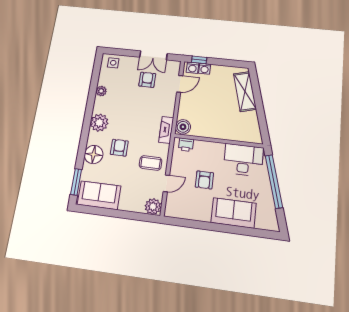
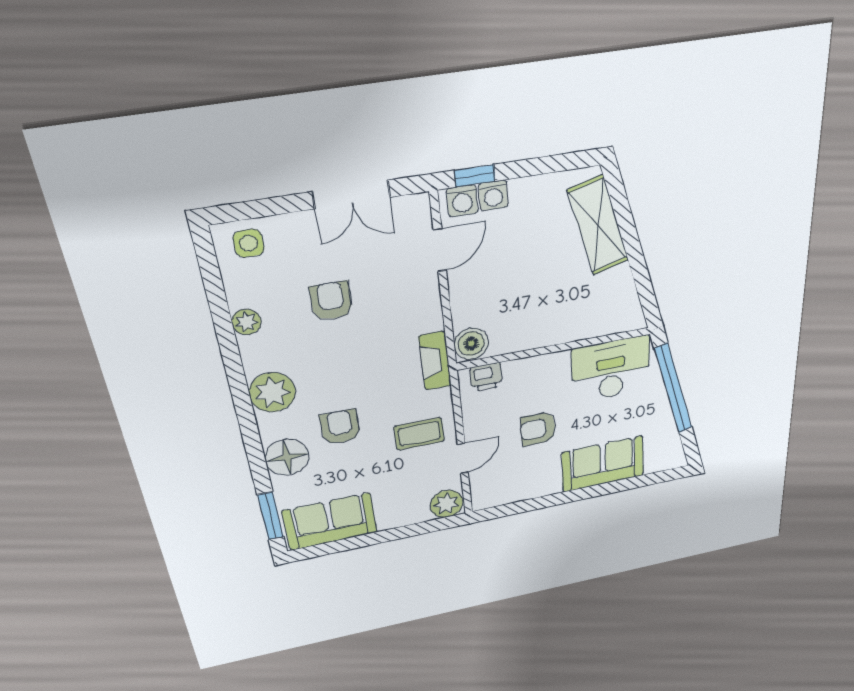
armchair: (147, 80) -> (331, 301), moved
armchair: (204, 180) -> (538, 429), turned 90

